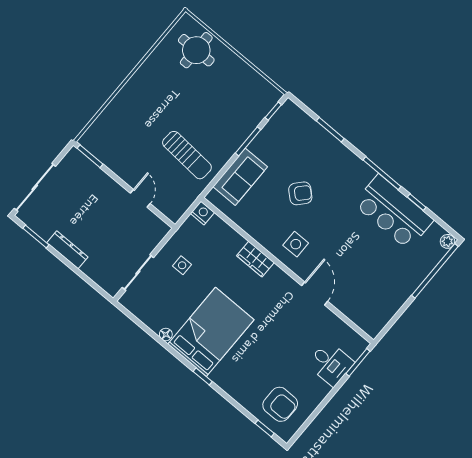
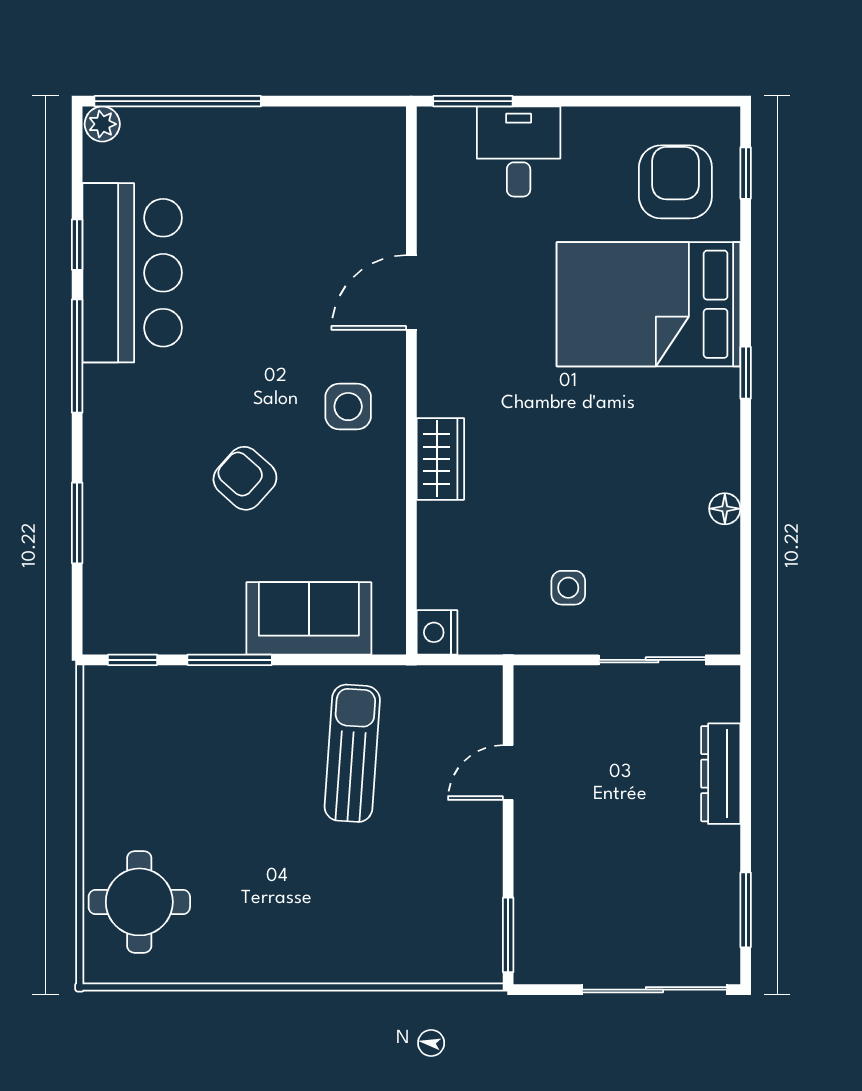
dresser: (67, 250) -> (721, 774), moved
bed: (211, 332) -> (648, 304), moved

